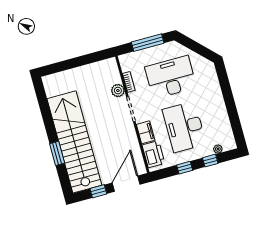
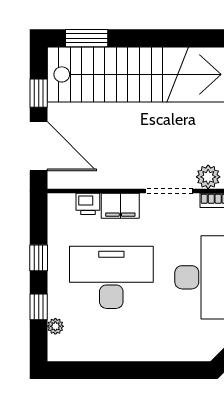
window: (57, 153) -> (87, 38), moved
printer: (153, 154) -> (88, 204), width x0.53, depth x0.68

